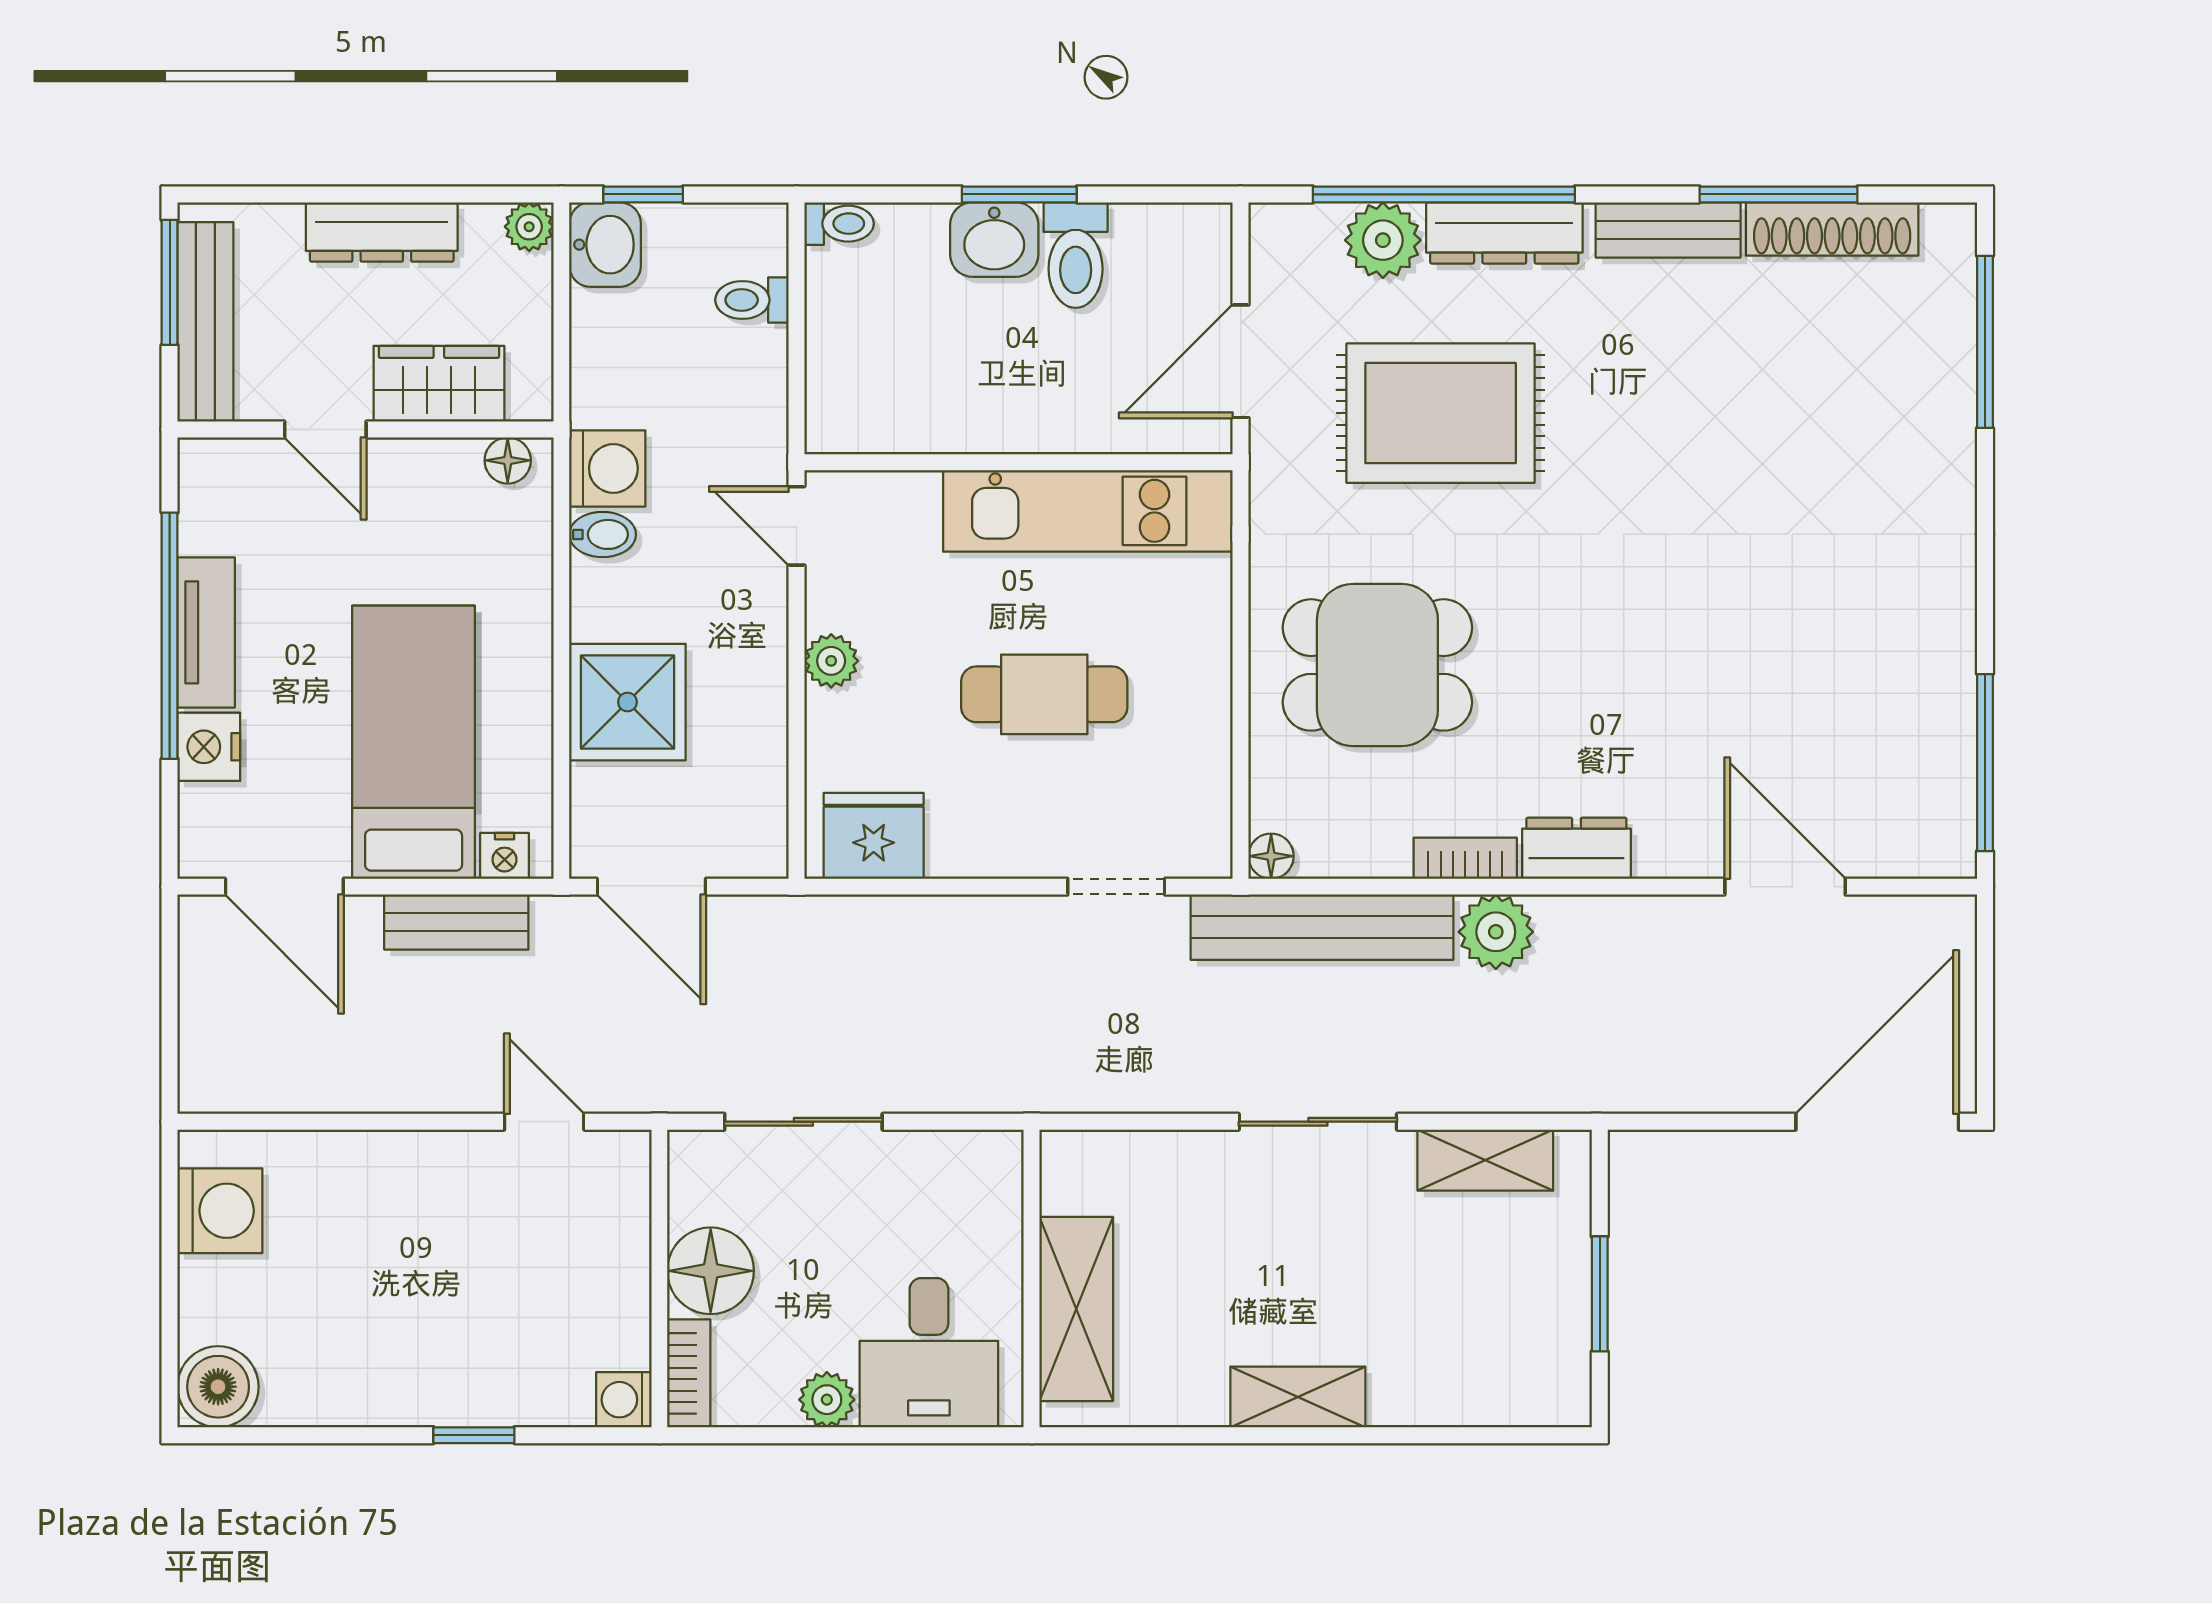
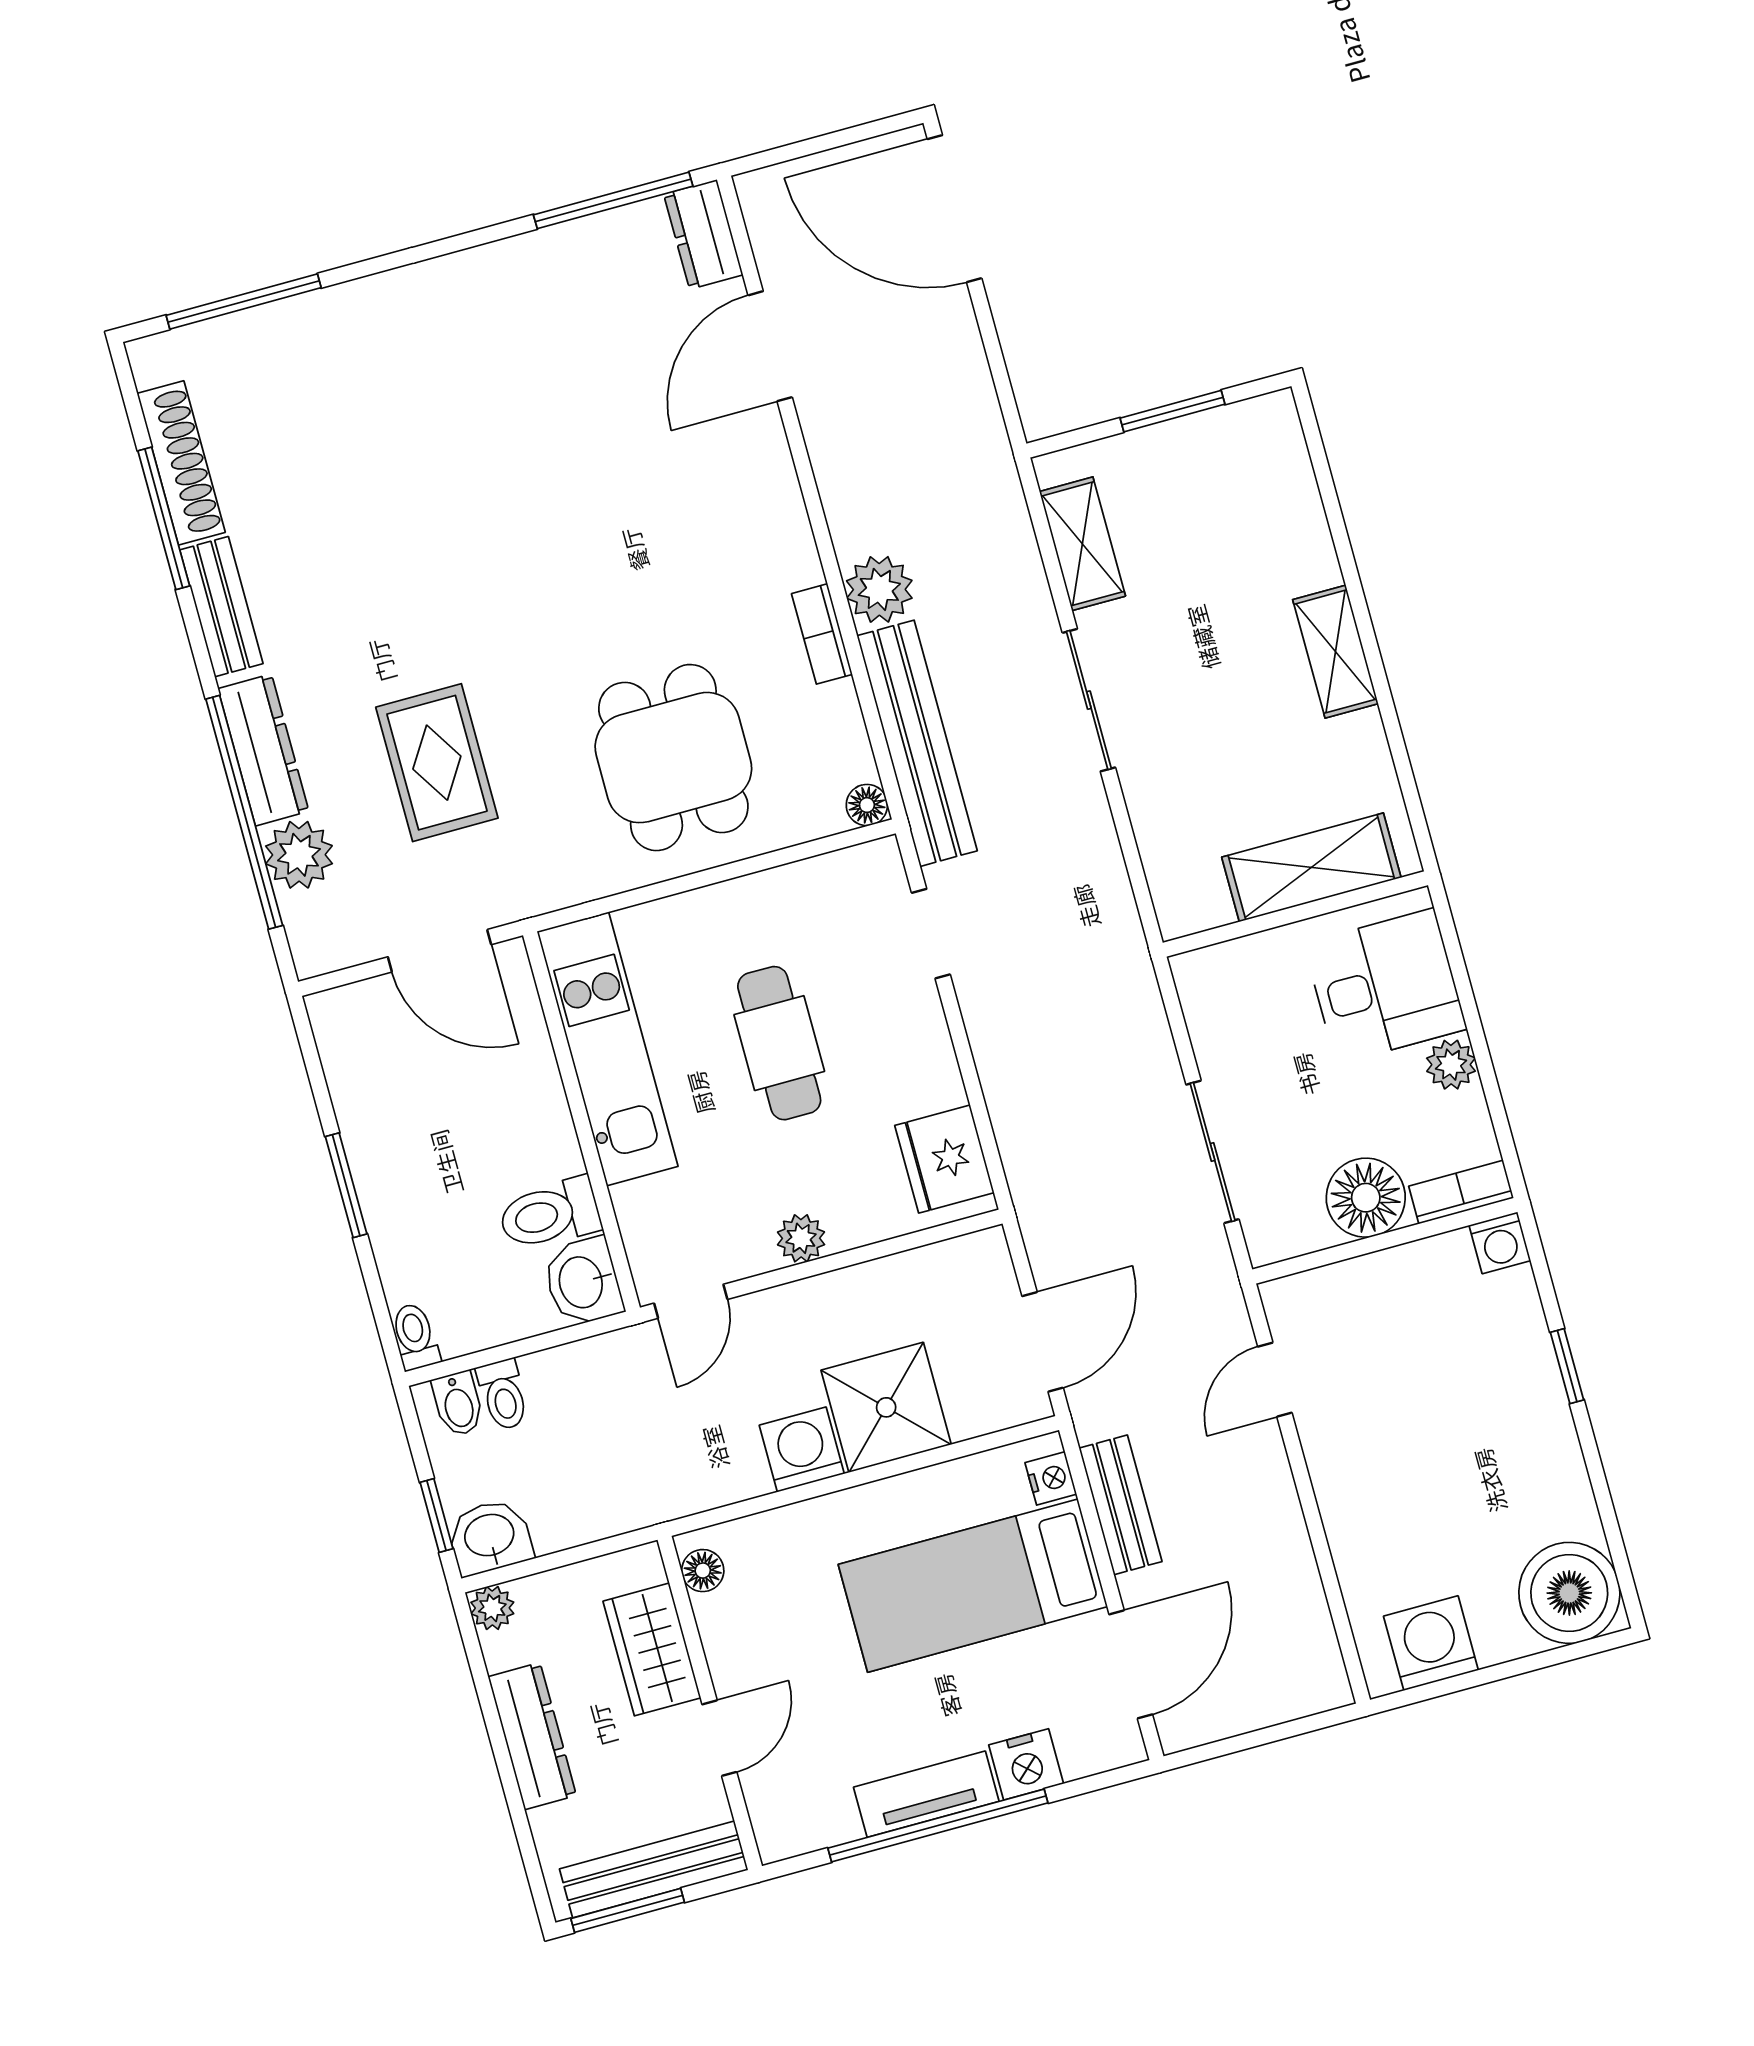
washbasin: (994, 240) -> (583, 1282), moved, turned 180
toilet: (1076, 255) -> (550, 1214), moved, turned 180
rug: (1441, 413) -> (437, 763), width x0.73, depth x0.70
washing machine: (607, 468) -> (802, 1449), moved
bidet: (603, 534) -> (458, 1404), moved, turned 180
dresser: (1576, 848) -> (703, 234), moved
boiler: (218, 1387) -> (1569, 1593), width x1.37, depth x1.37

